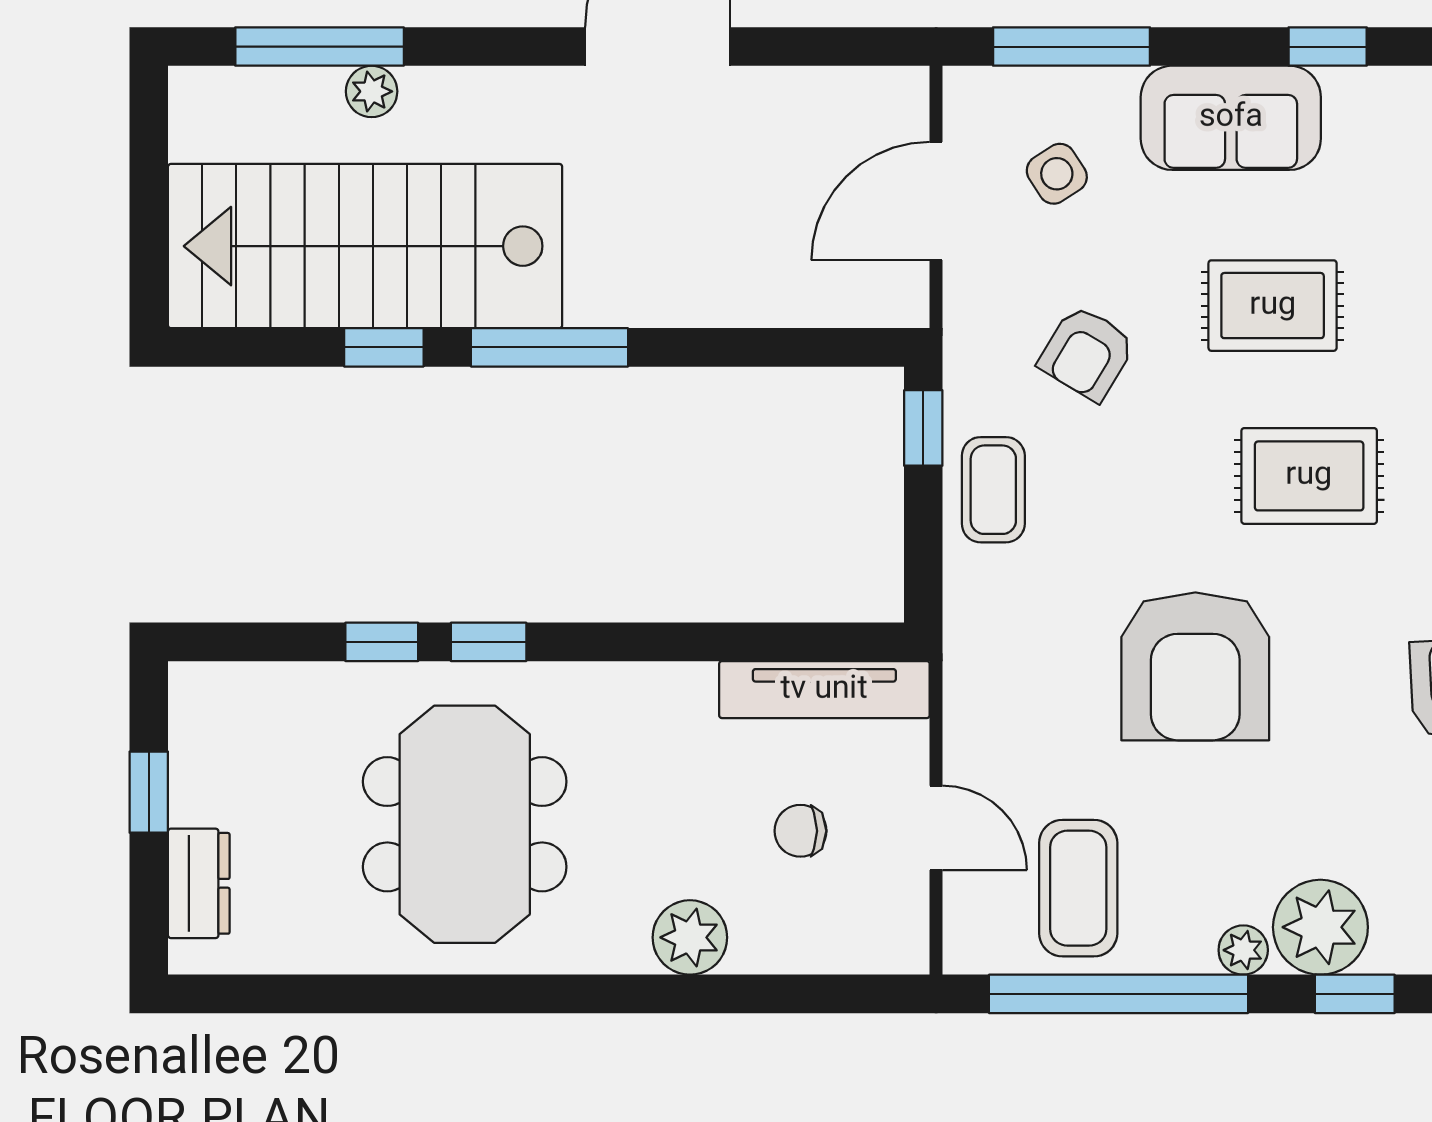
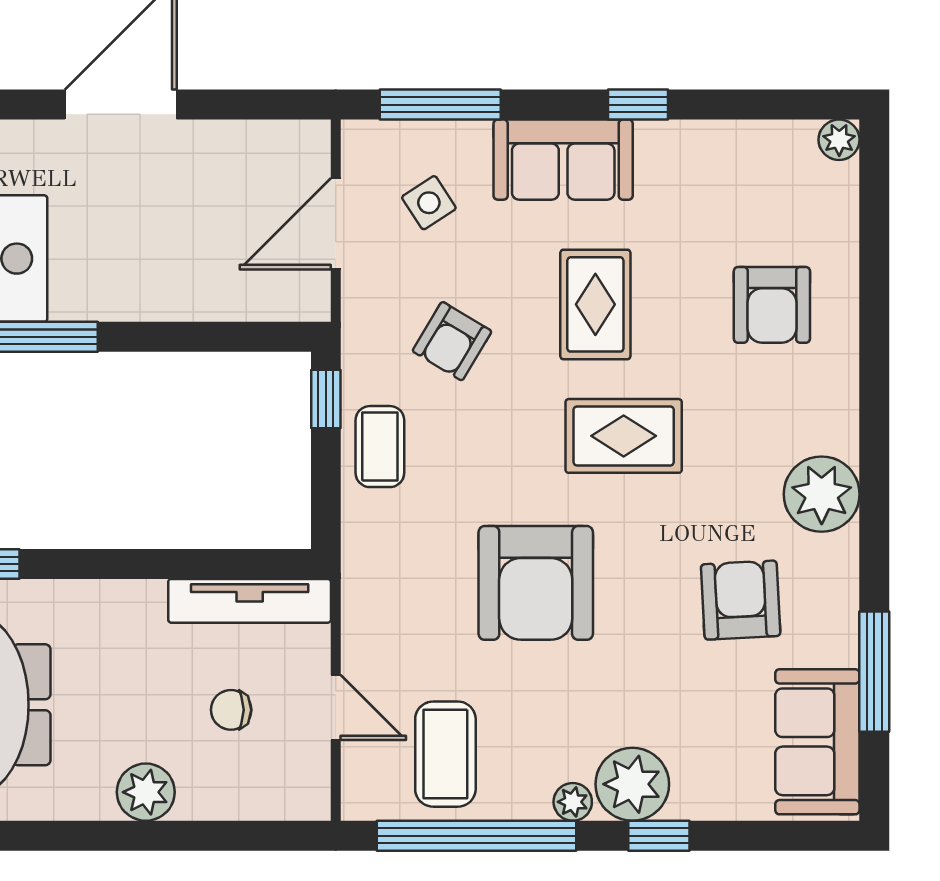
rug: (1273, 306) -> (595, 304), turned 90

